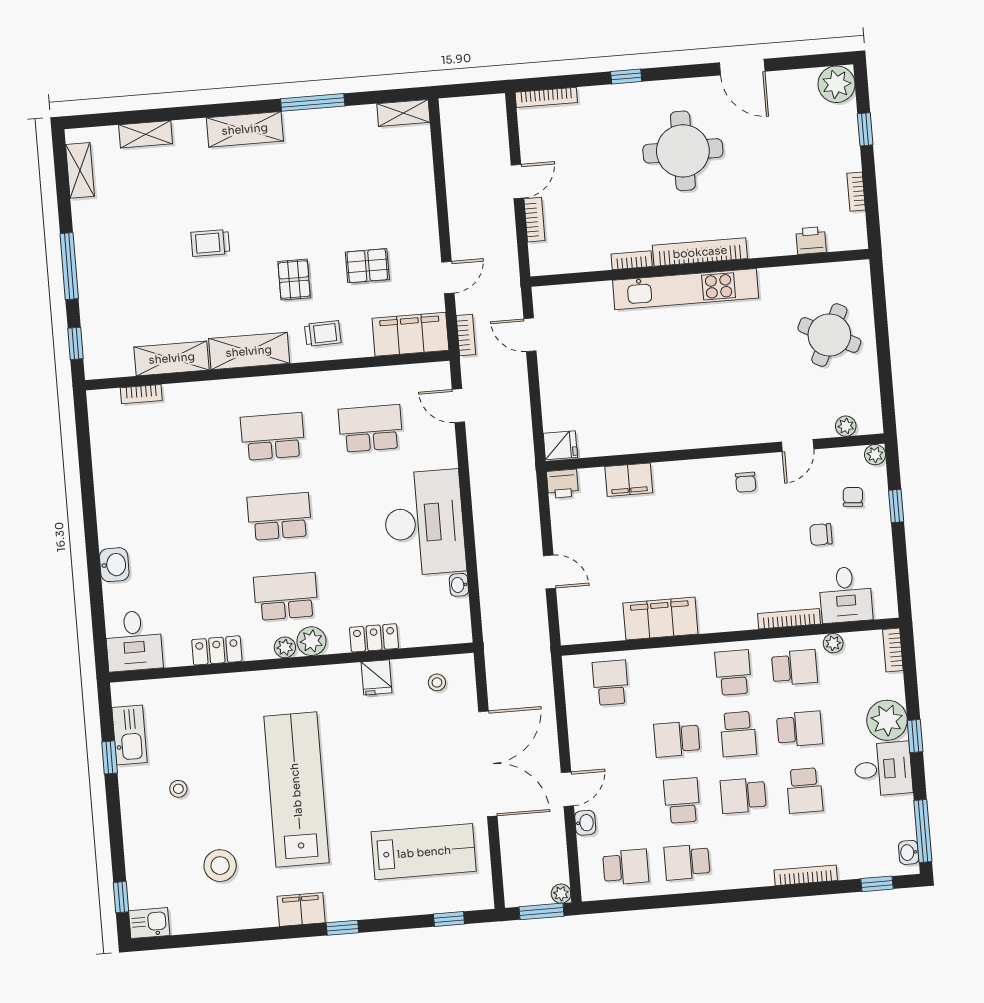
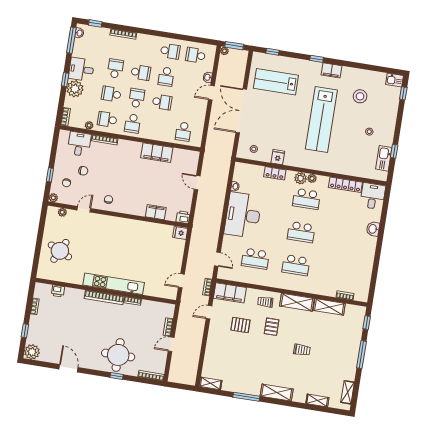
round table: (683, 151) -> (118, 355), moved
door: (530, 335) -> (181, 281), swing flipped
locker: (217, 650) -> (345, 185), width x1.53

